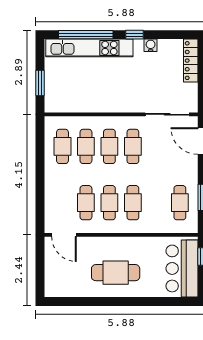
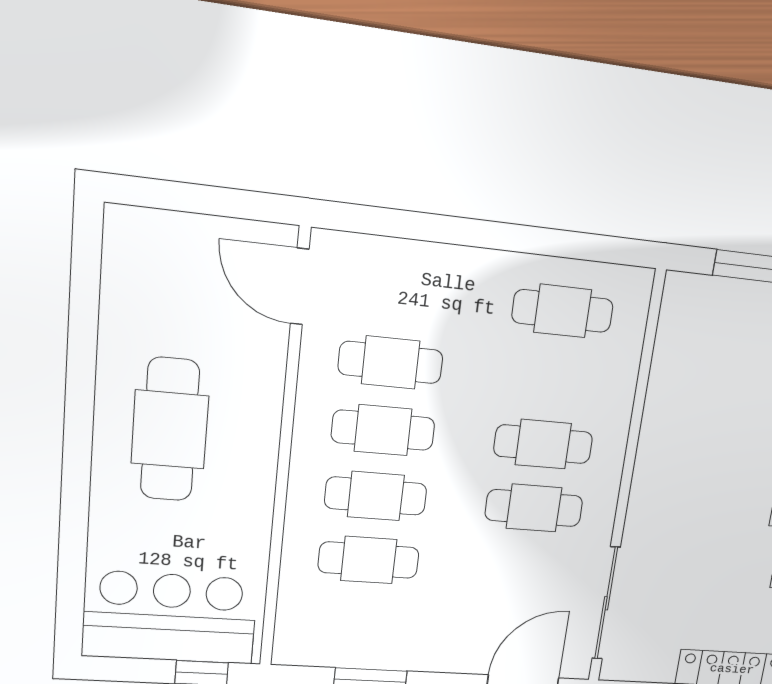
cafe table: (86, 146) -> (553, 378), removed
cafe table: (180, 203) -> (369, 560), moved
door: (64, 235) -> (300, 287), hinge flipped

